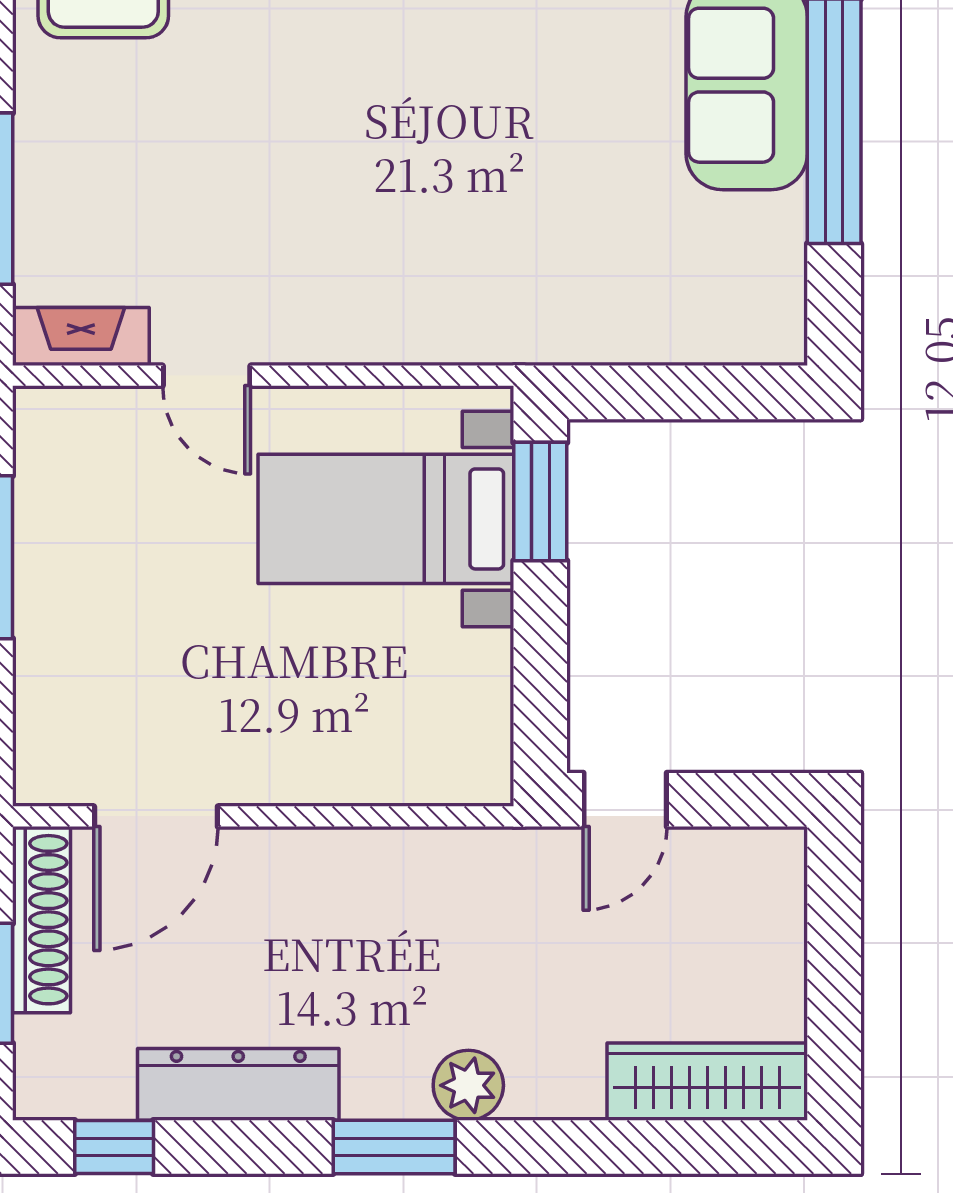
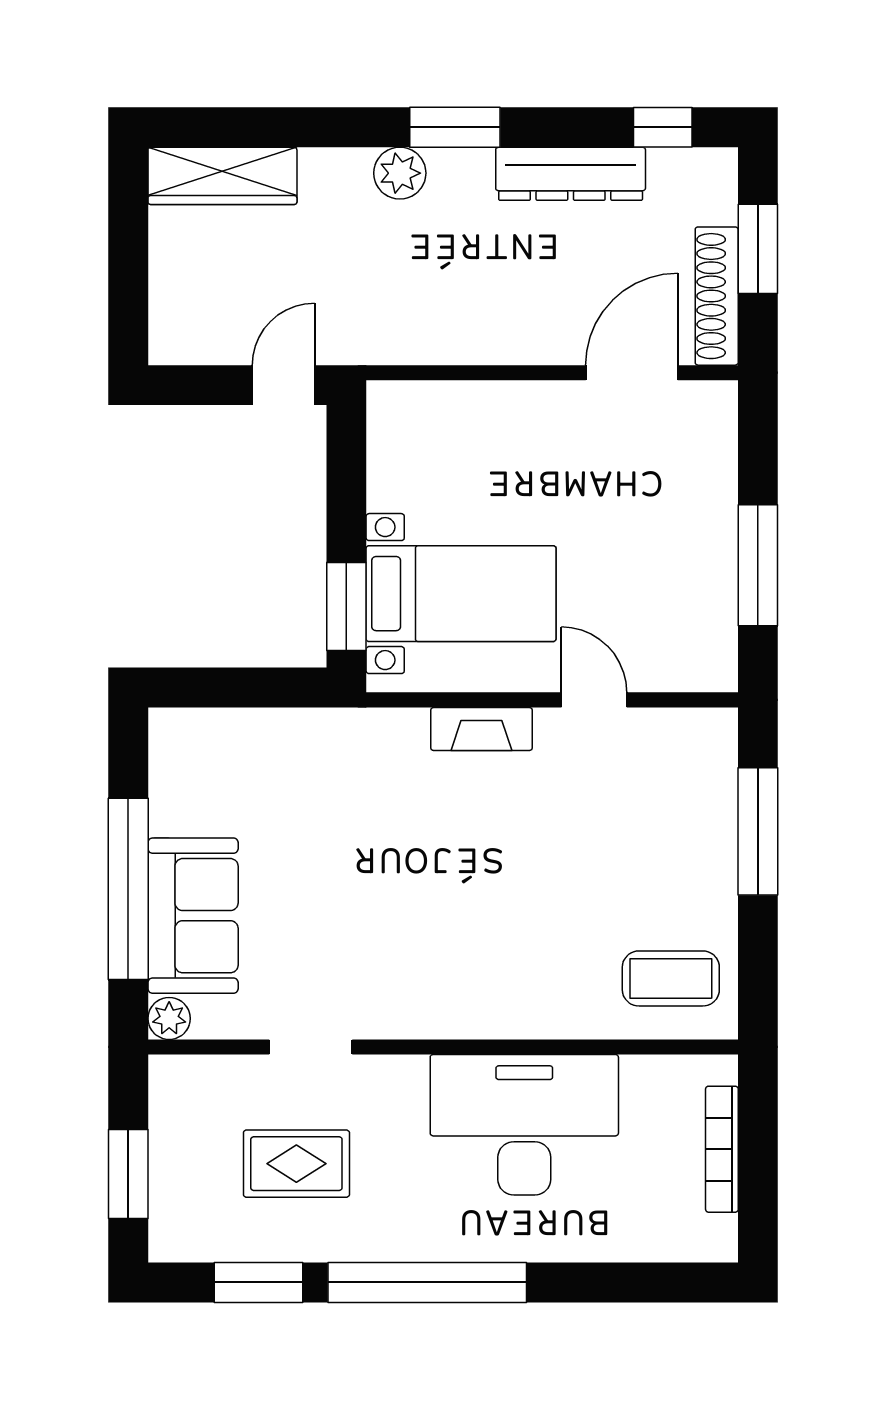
fireplace: (81, 337) -> (481, 729), moved

